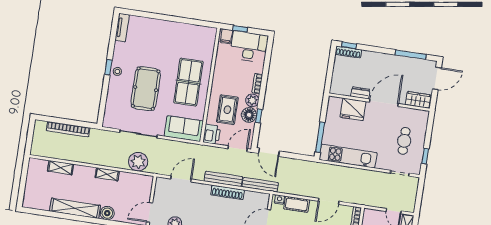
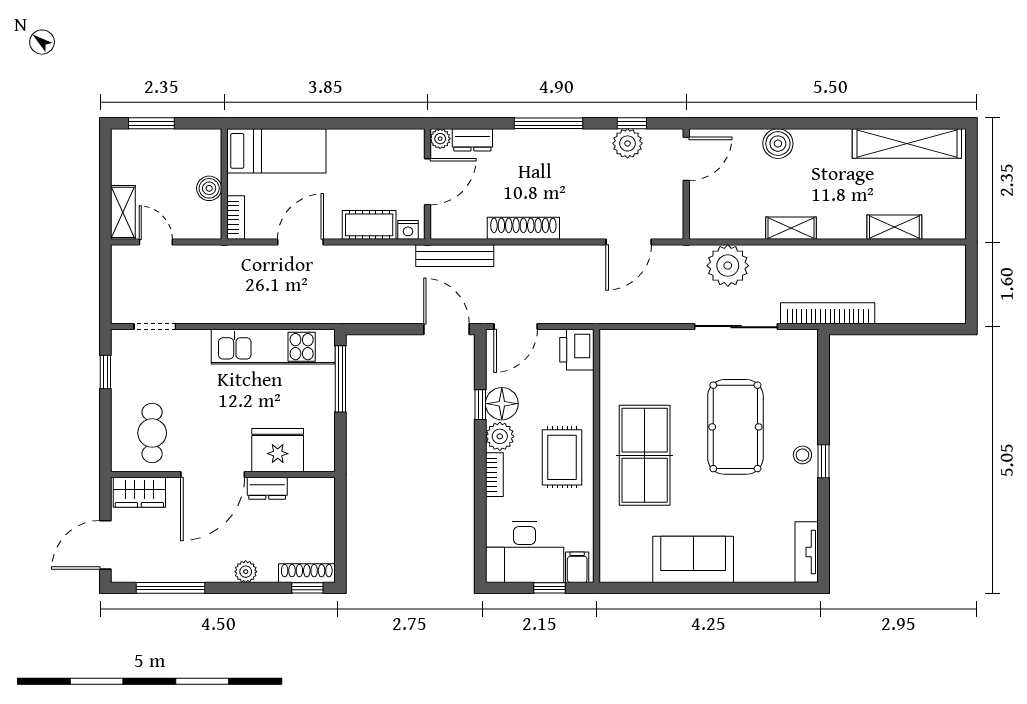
plant: (376, 57) -> (246, 572), added
rug: (227, 110) -> (562, 457), moved
bookcase: (68, 129) -> (828, 313), moved
sofa: (184, 129) -> (693, 559), moved, turned 180
cafe table: (404, 141) -> (152, 433), moved
bench: (223, 179) -> (537, 256), removed
shelving: (75, 208) -> (907, 143), moved

